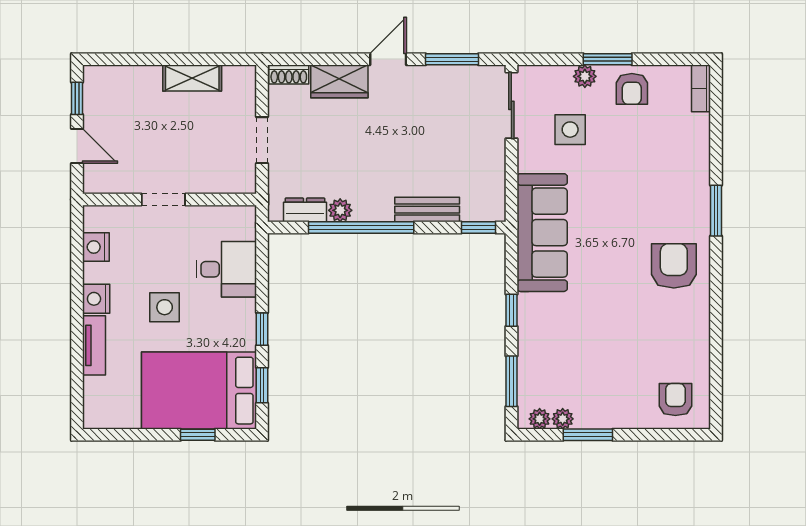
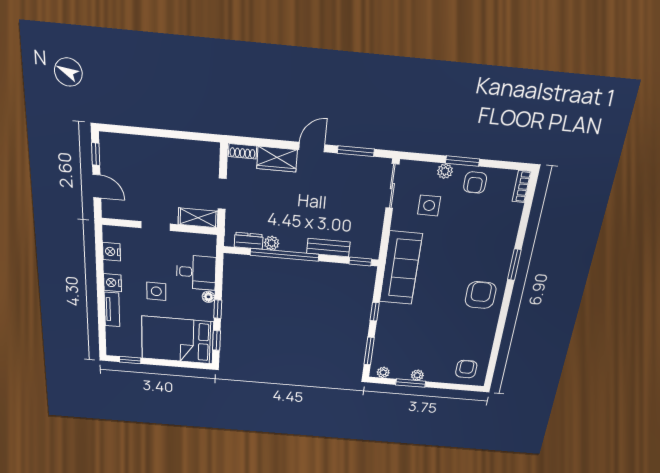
shelving: (192, 78) -> (198, 218), moved
floor lamp: (247, 309) -> (208, 297), added
plant: (563, 419) -> (417, 375), moved
window: (198, 435) -> (130, 360), moved

